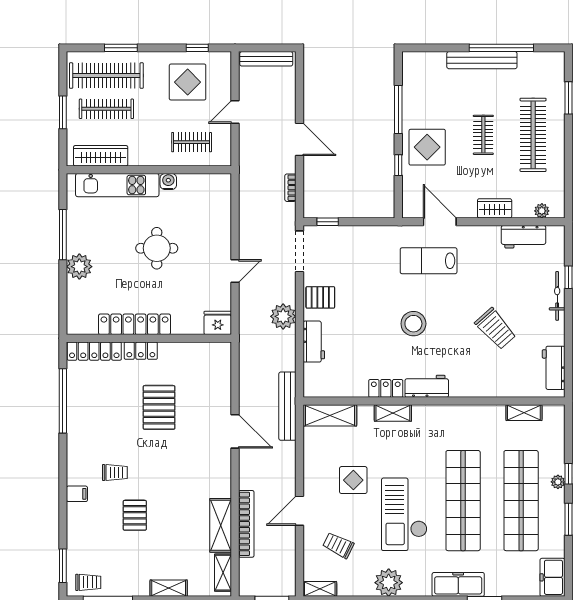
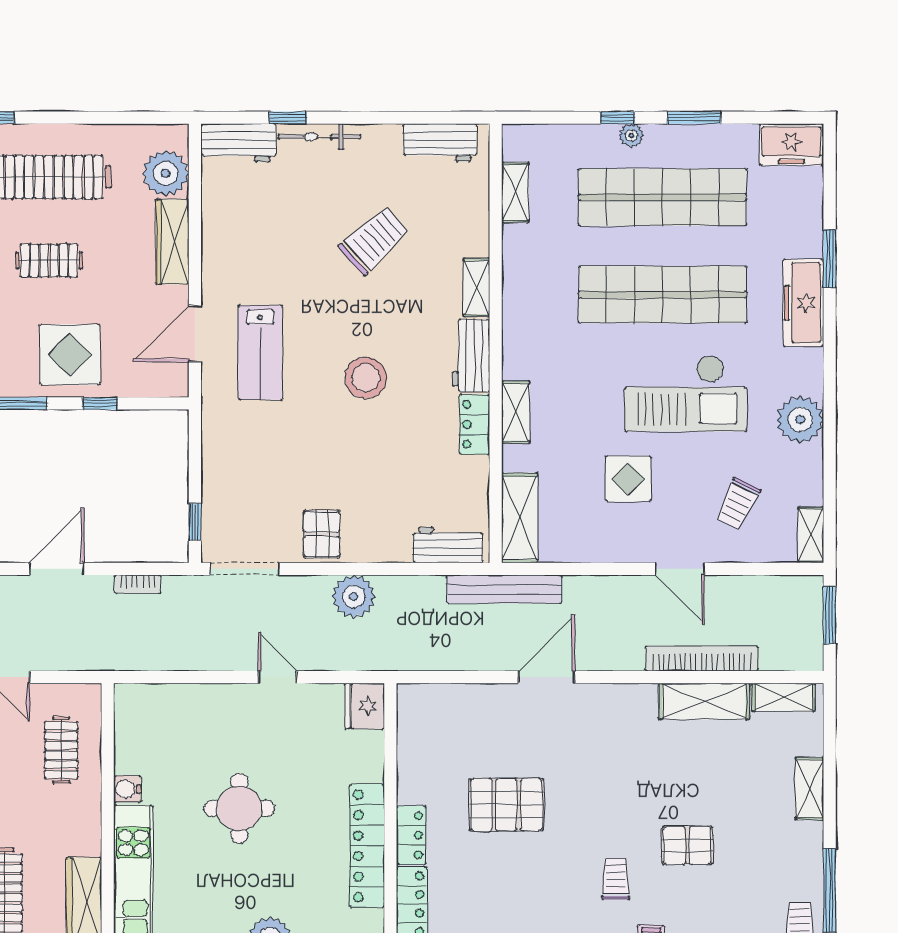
wardrobe: (495, 208) -> (172, 242), width x1.50
plant: (542, 211) -> (166, 173), width x1.88, depth x1.88
workbench: (523, 237) -> (239, 143), moved, turned 90
workbench: (314, 342) -> (448, 545), moved
shelving: (467, 390) -> (477, 288), added

